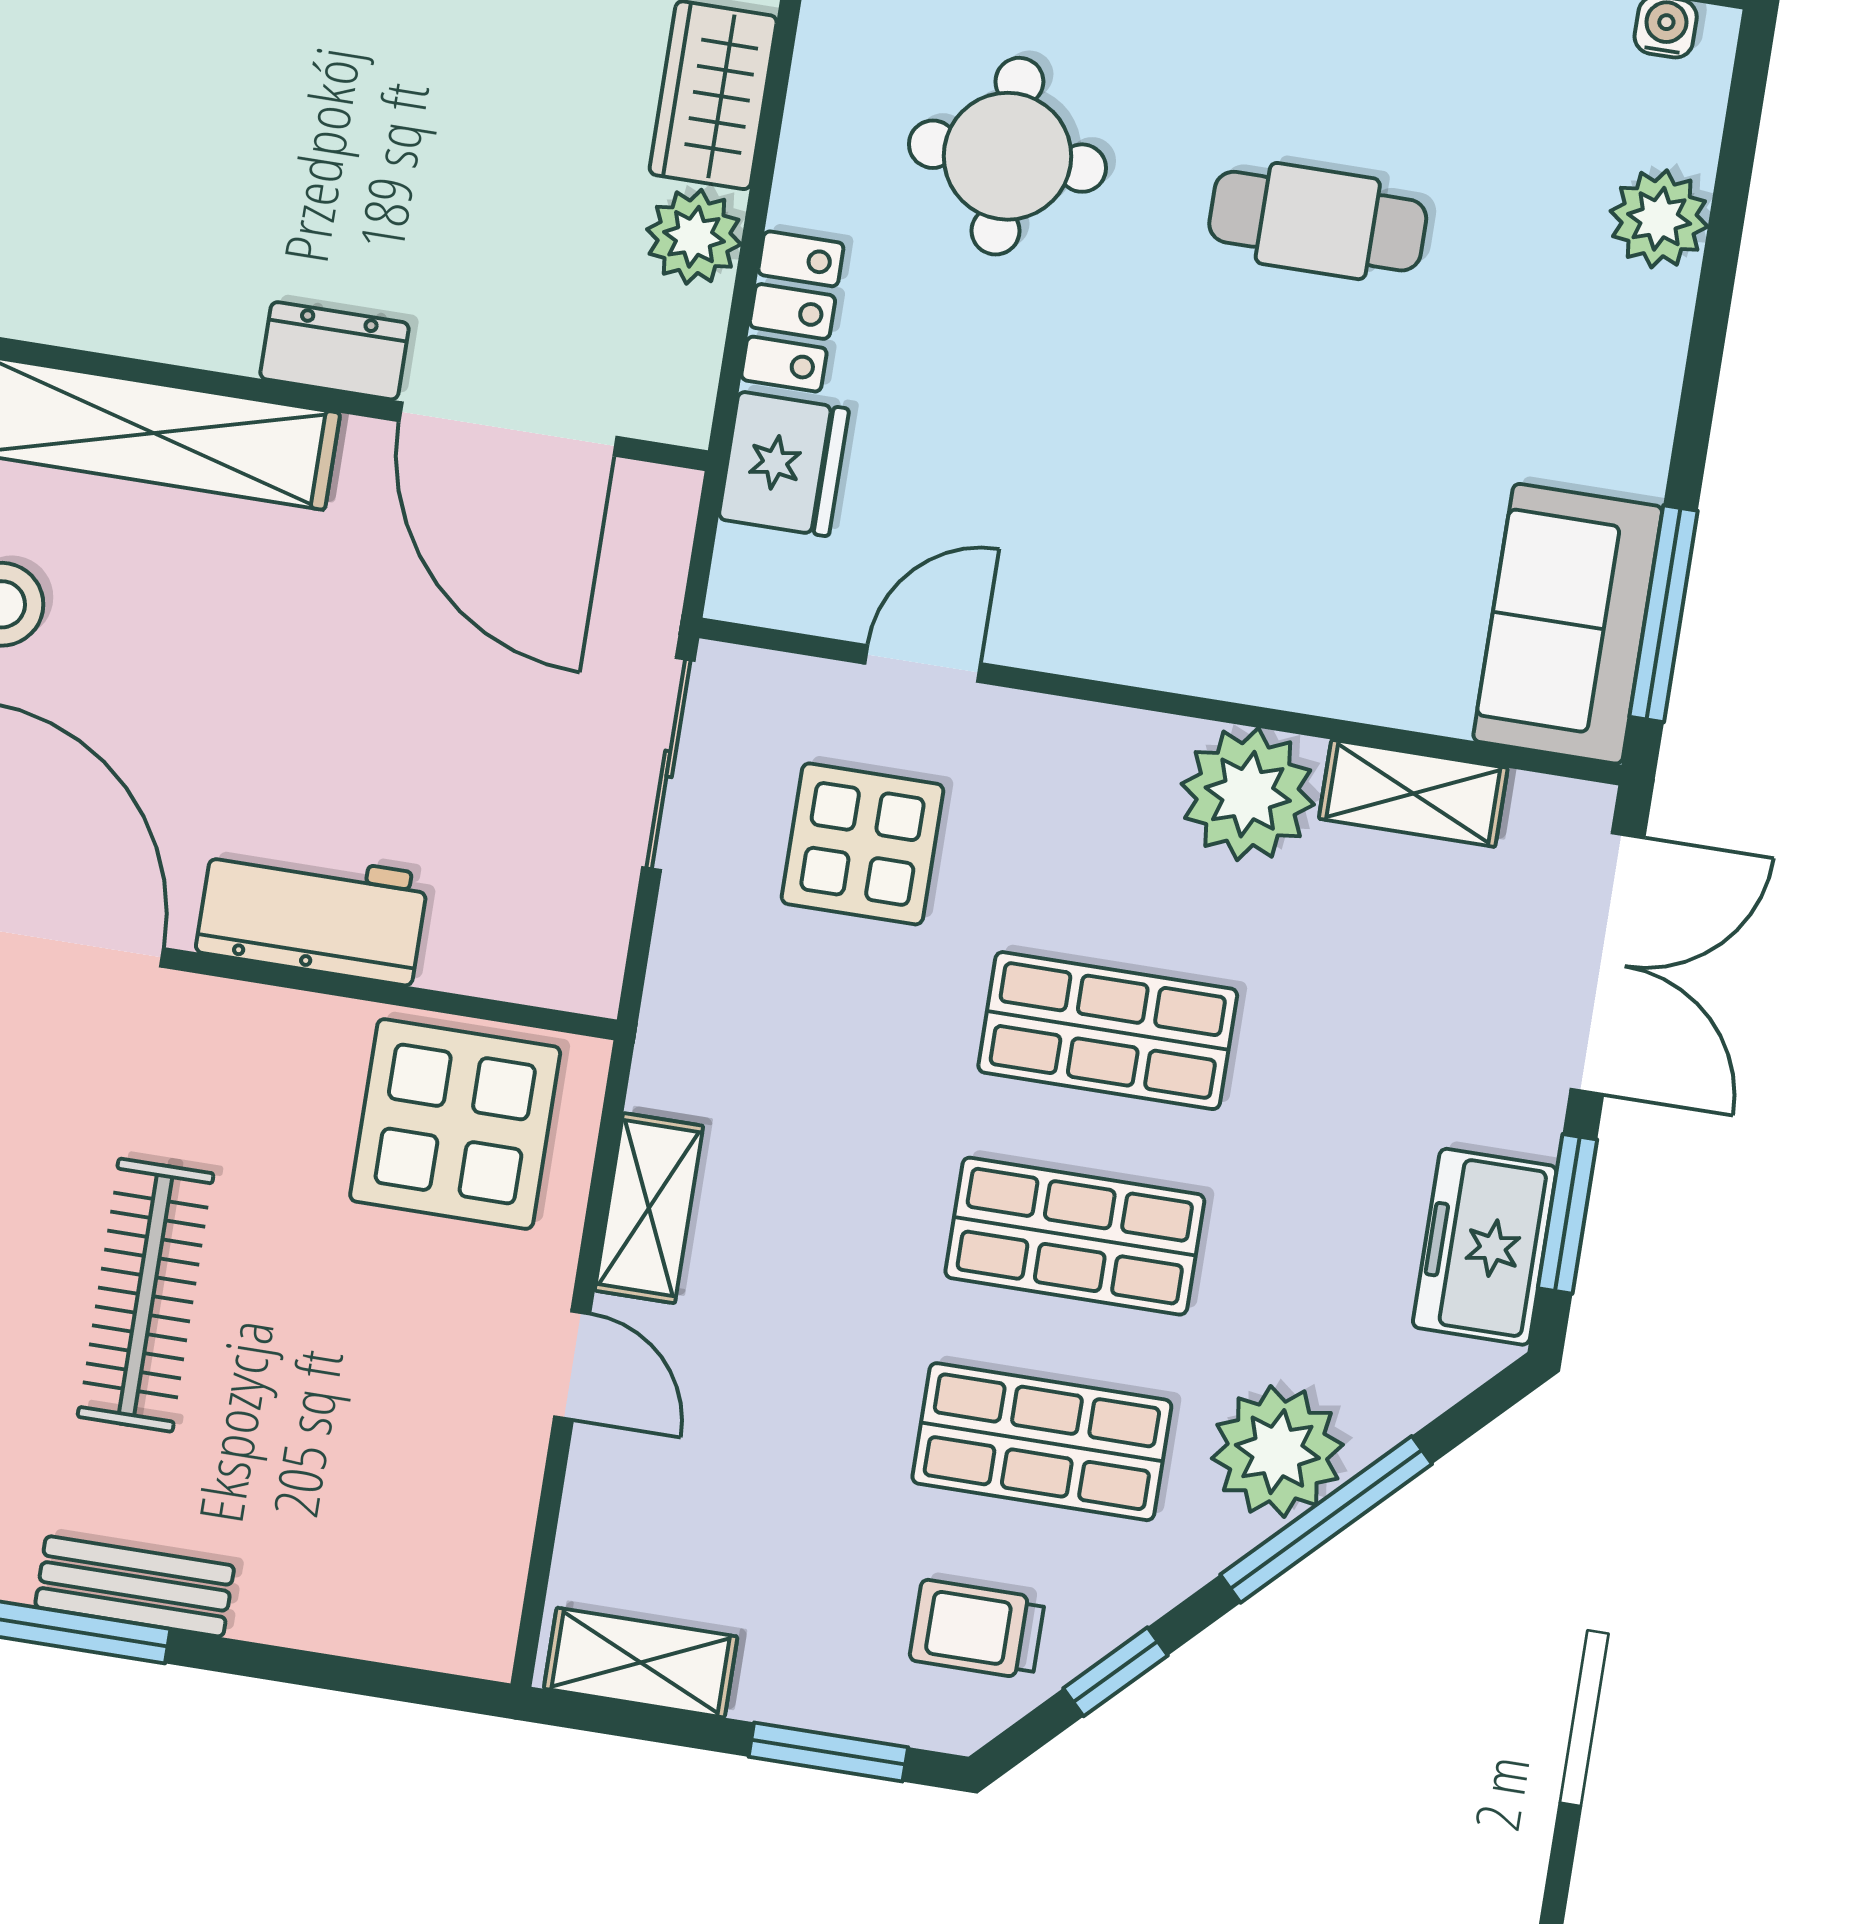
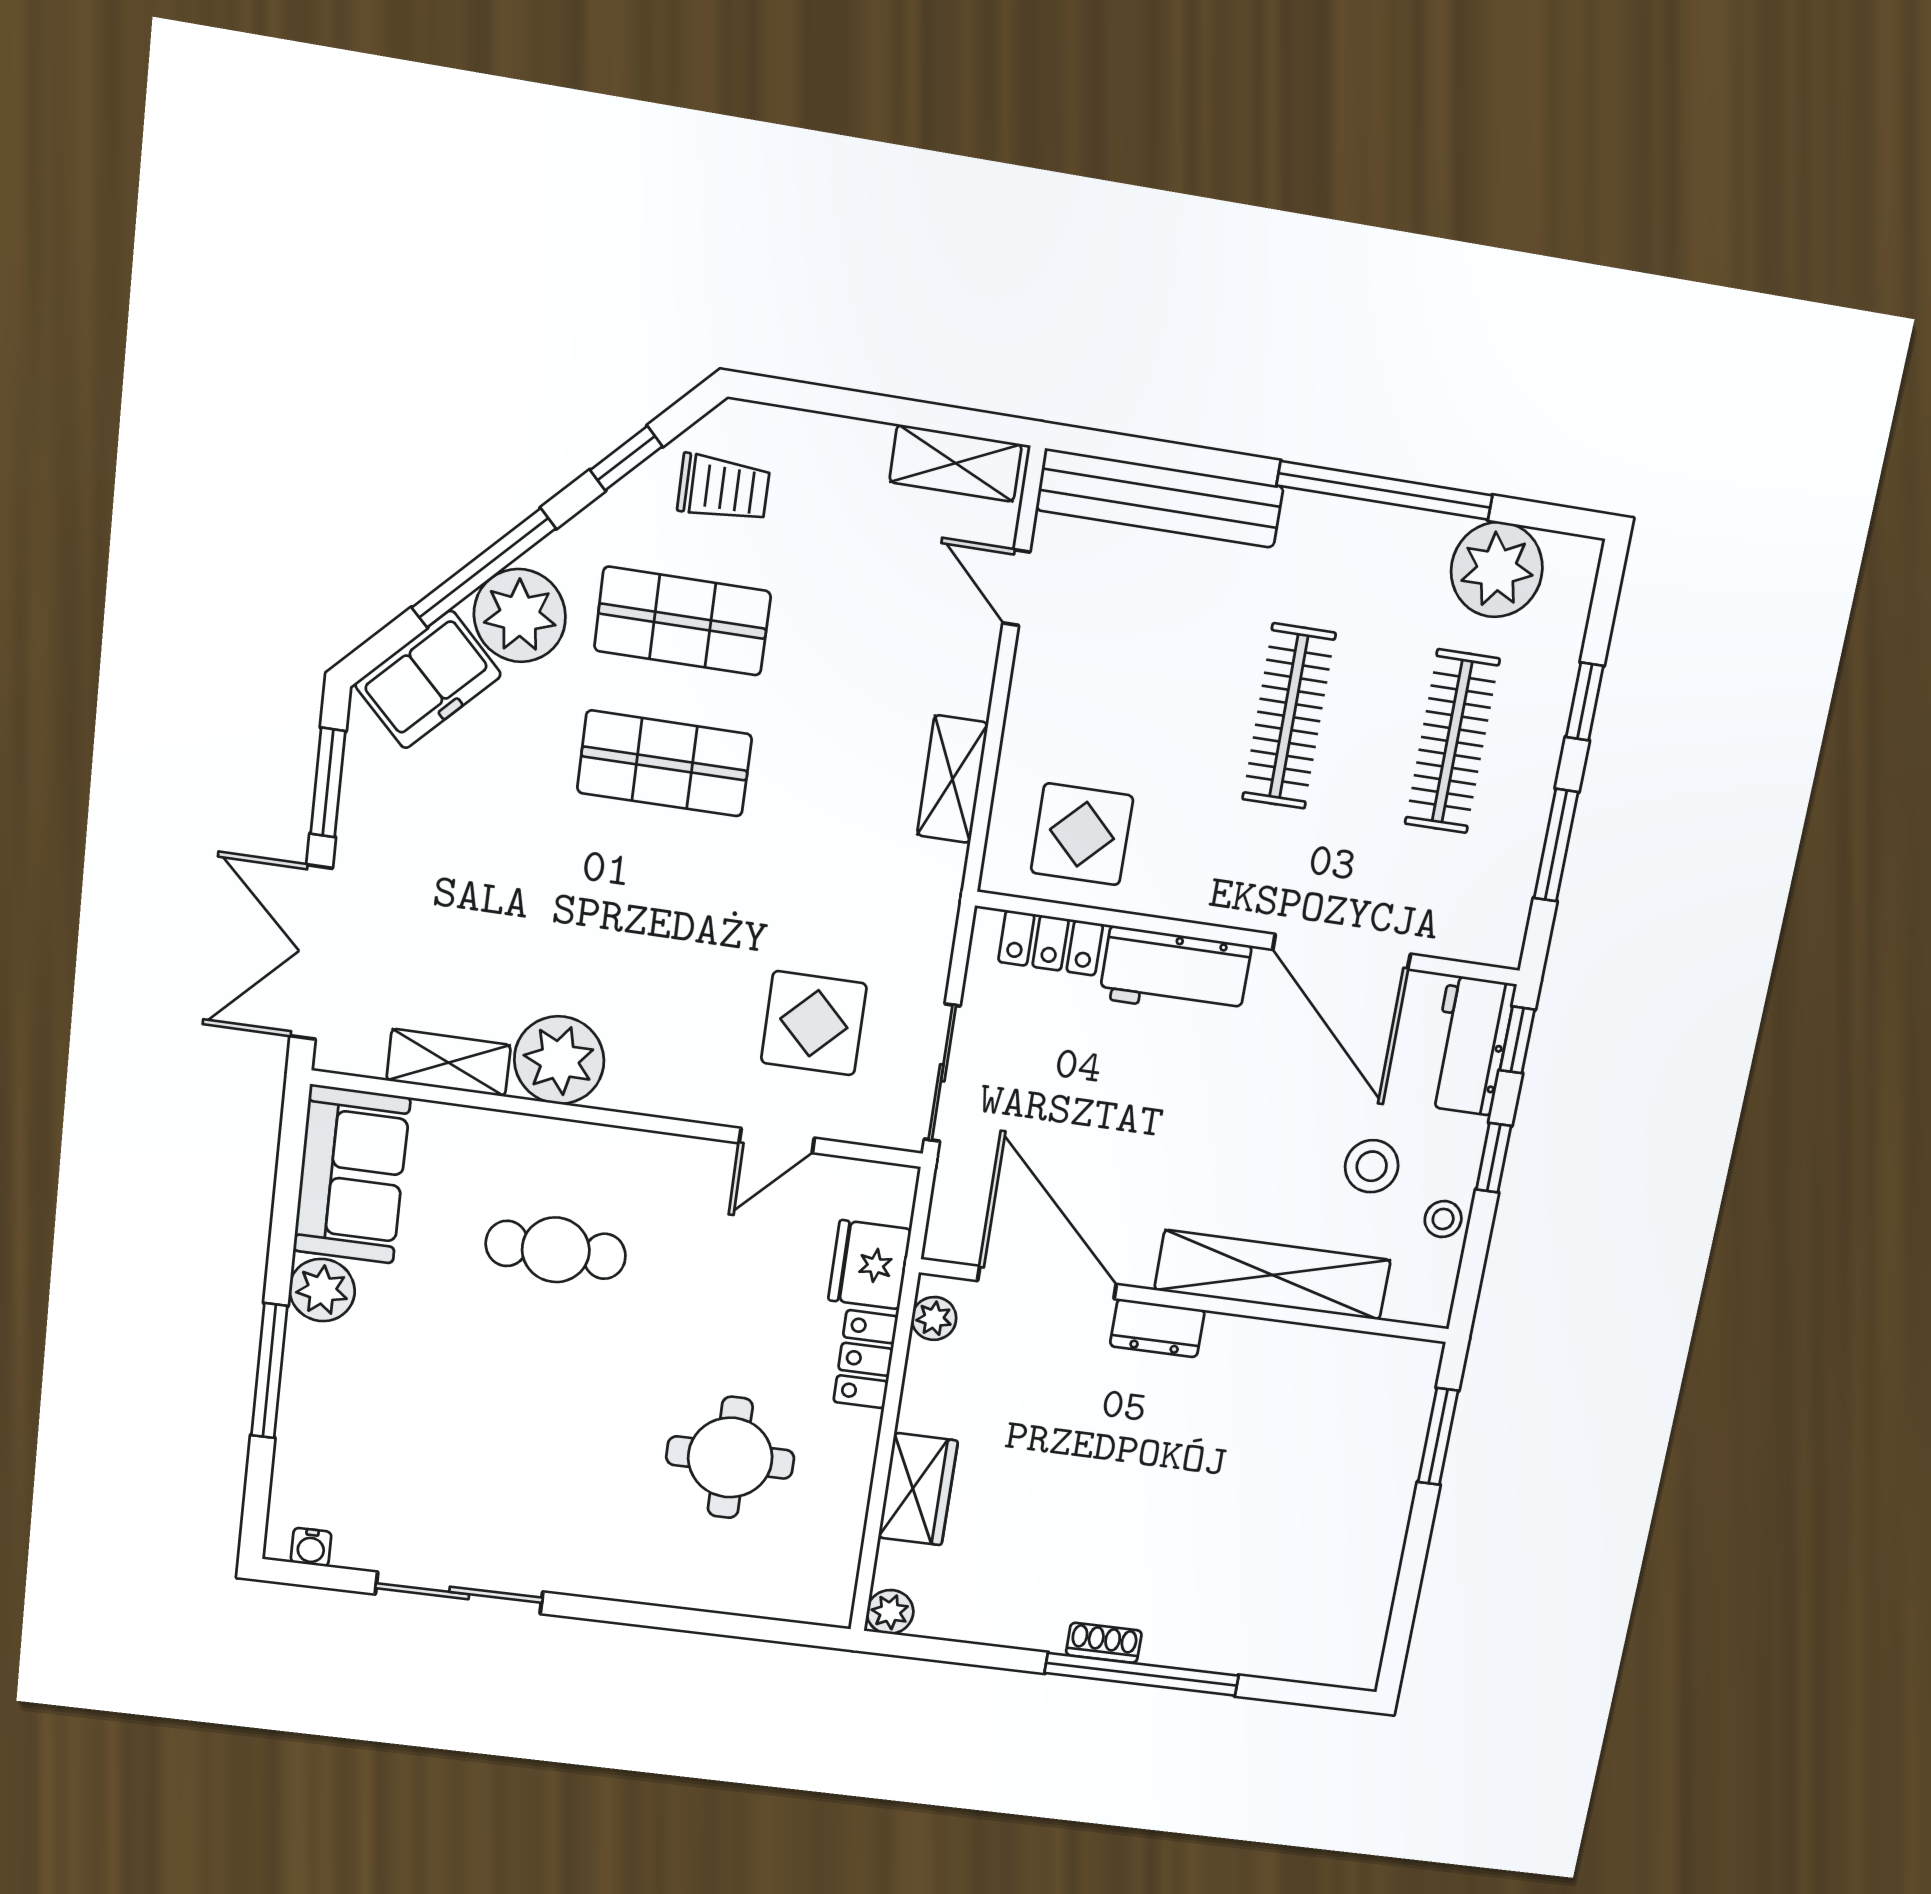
plant: (1659, 219) -> (322, 1290), moved
cafe table: (1318, 221) -> (556, 1250), moved
plant: (694, 237) -> (934, 1318), moved, width x0.73, depth x0.73
window: (1664, 614) -> (269, 1371), moved
locker: (502, 961) -> (1051, 943), added
shop shelf: (1108, 1031) -> (647, 903), removed
display table: (455, 1124) -> (1082, 834), width x0.73, depth x0.73
freezer: (1485, 1247) -> (428, 680), moved, turned 45
door: (572, 1365) -> (1016, 588), moved
bench: (135, 1586) -> (1160, 498), moved, width x1.86, depth x1.21
window: (828, 1752) -> (825, 399), removed

